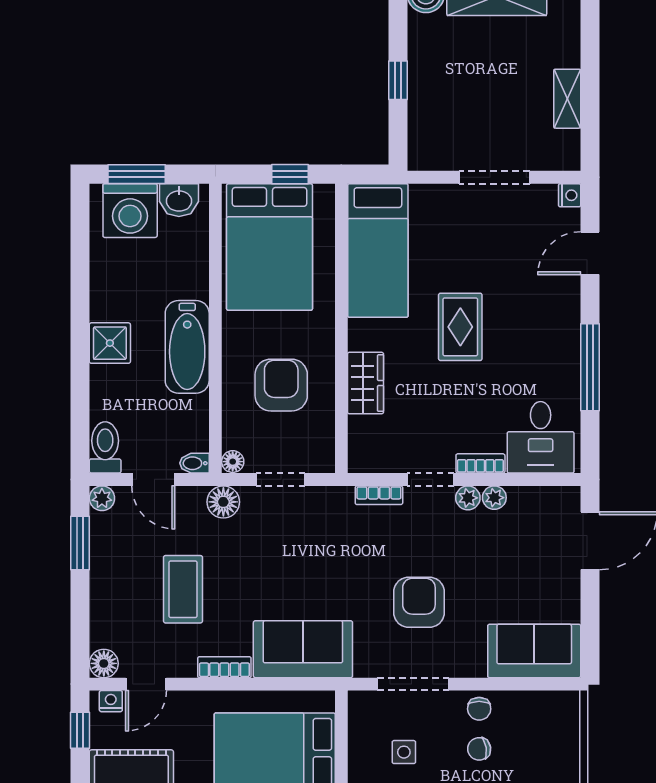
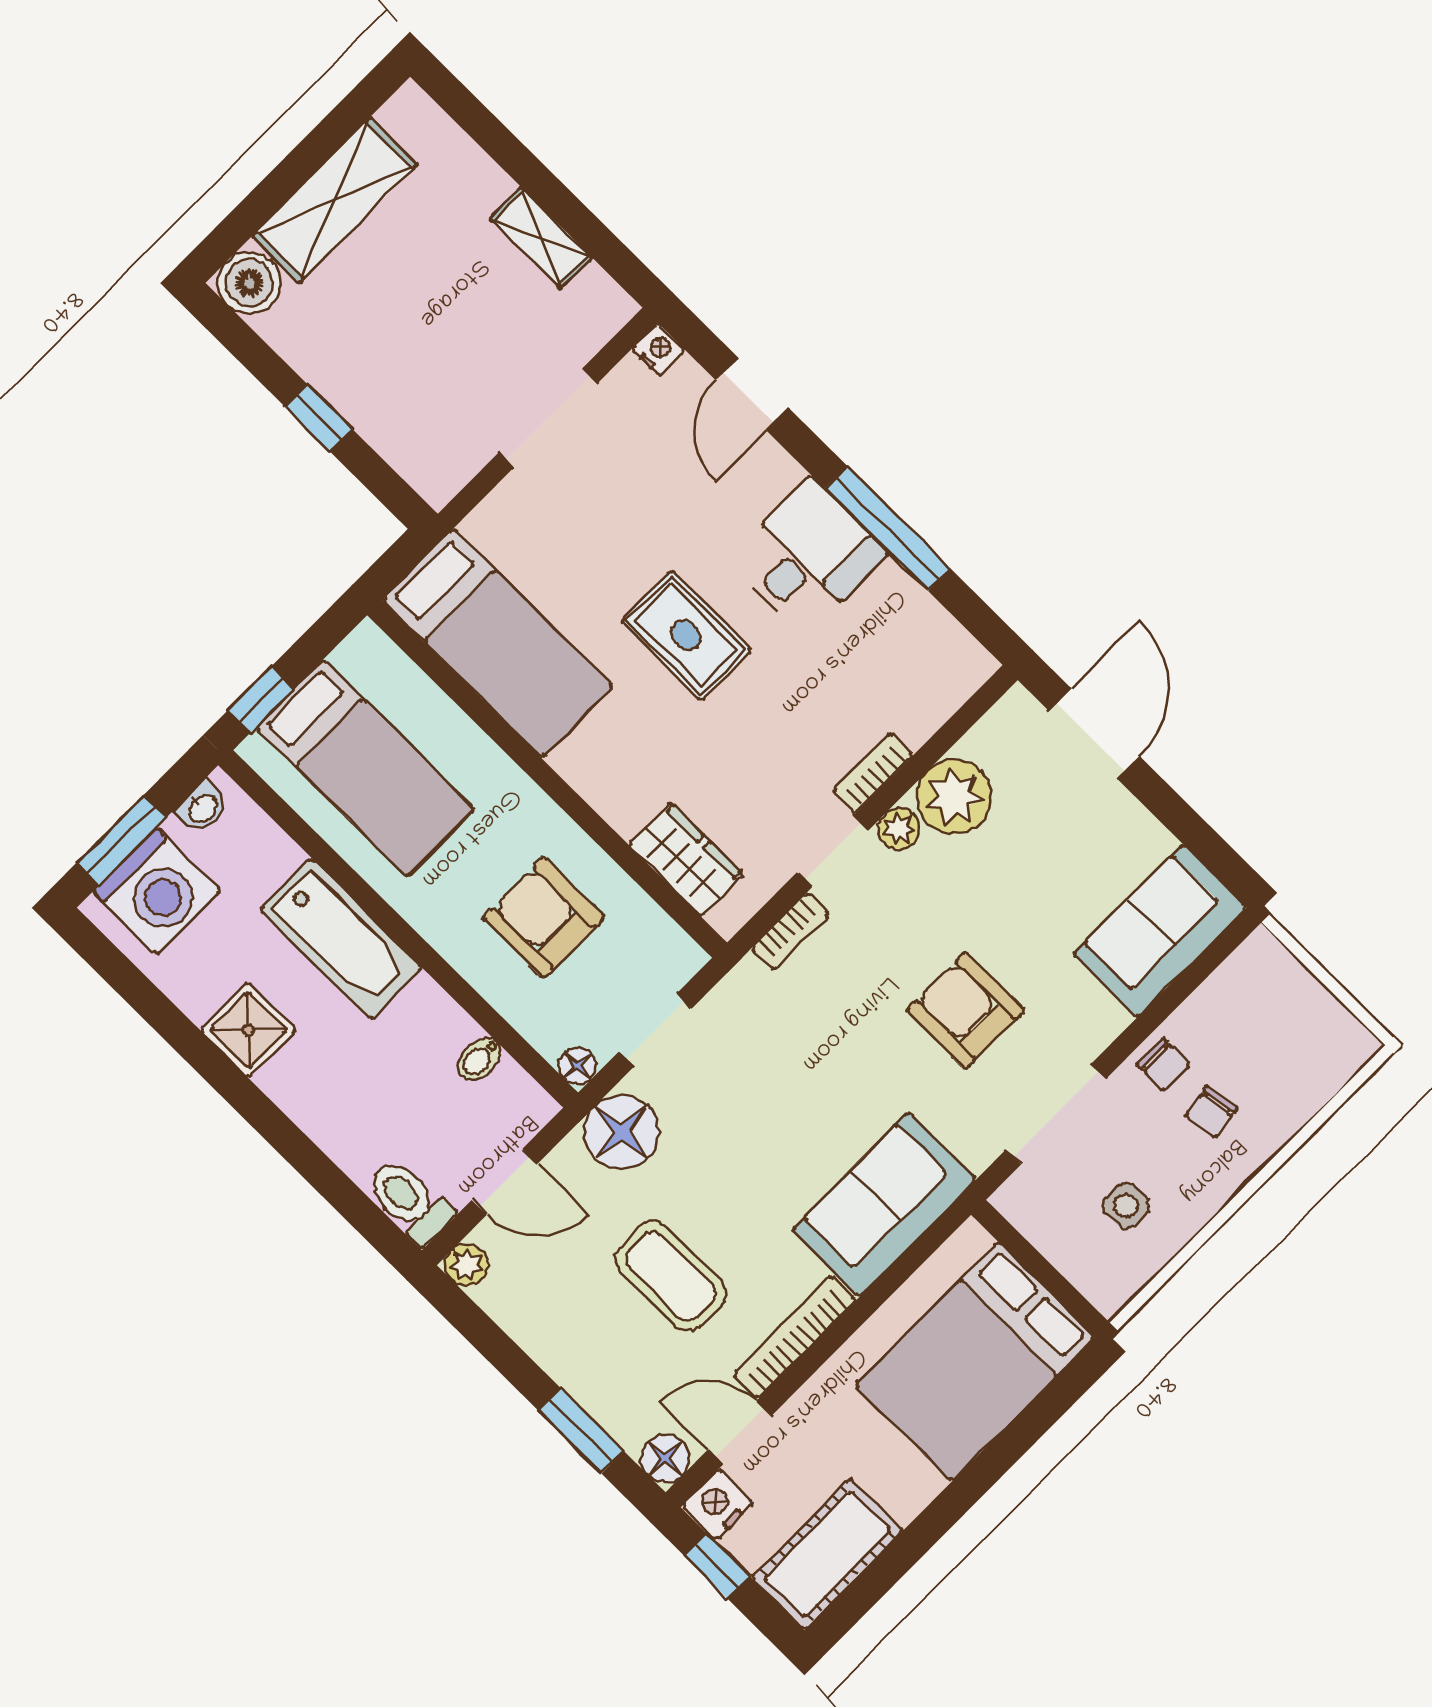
window: (290, 174) -> (261, 700), moved
washbasin: (179, 200) -> (202, 808), width x0.72, depth x0.69
bed: (270, 247) -> (365, 768), width x0.67
shower: (110, 343) -> (248, 1030), moved
bathtub: (187, 347) -> (341, 939), moved
wardrobe: (366, 383) -> (686, 859), moved
desk: (541, 437) -> (808, 557), moved, turned -90
bidet: (194, 463) -> (479, 1059), moved
plant: (494, 498) -> (954, 797), width x1.87, depth x1.87
floor lamp: (223, 502) -> (621, 1132), width x1.38, depth x1.38
window: (80, 543) -> (581, 1431), moved
bookcase: (224, 667) -> (795, 1337), width x1.56
door: (146, 684) -> (740, 1433), swing flipped
nightstand: (111, 701) -> (718, 1504), width x1.39, depth x1.35

